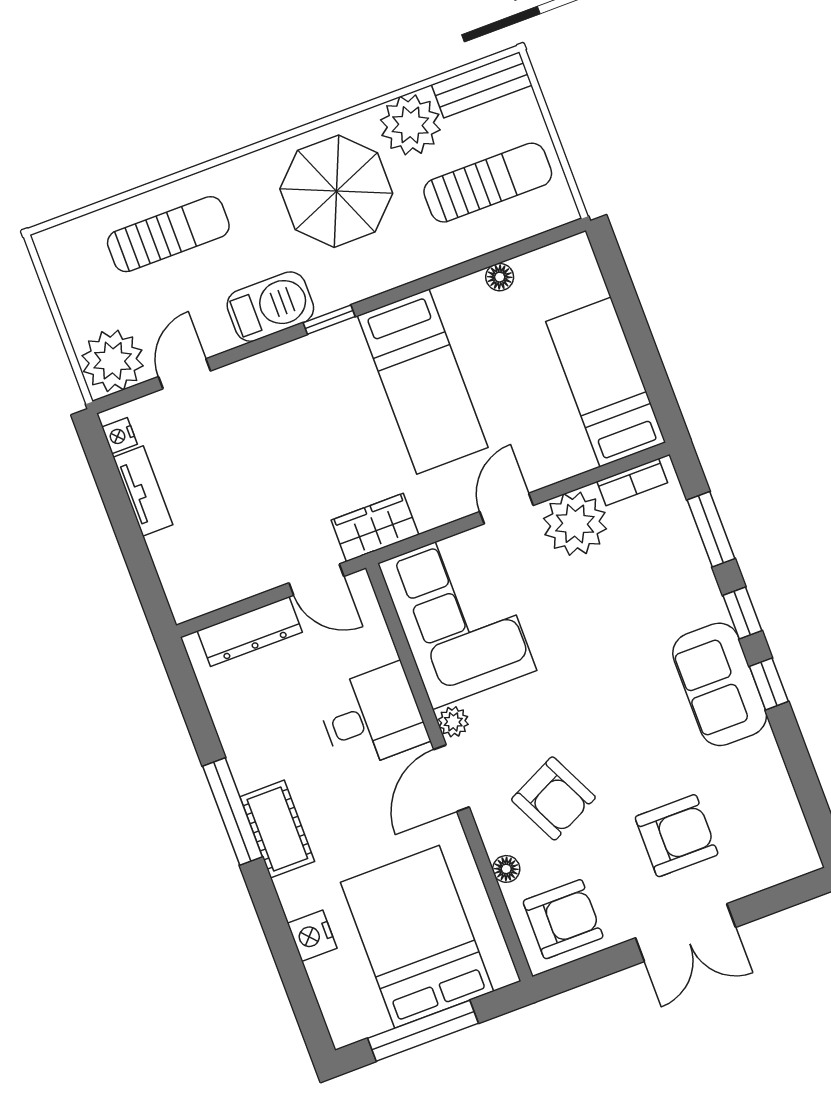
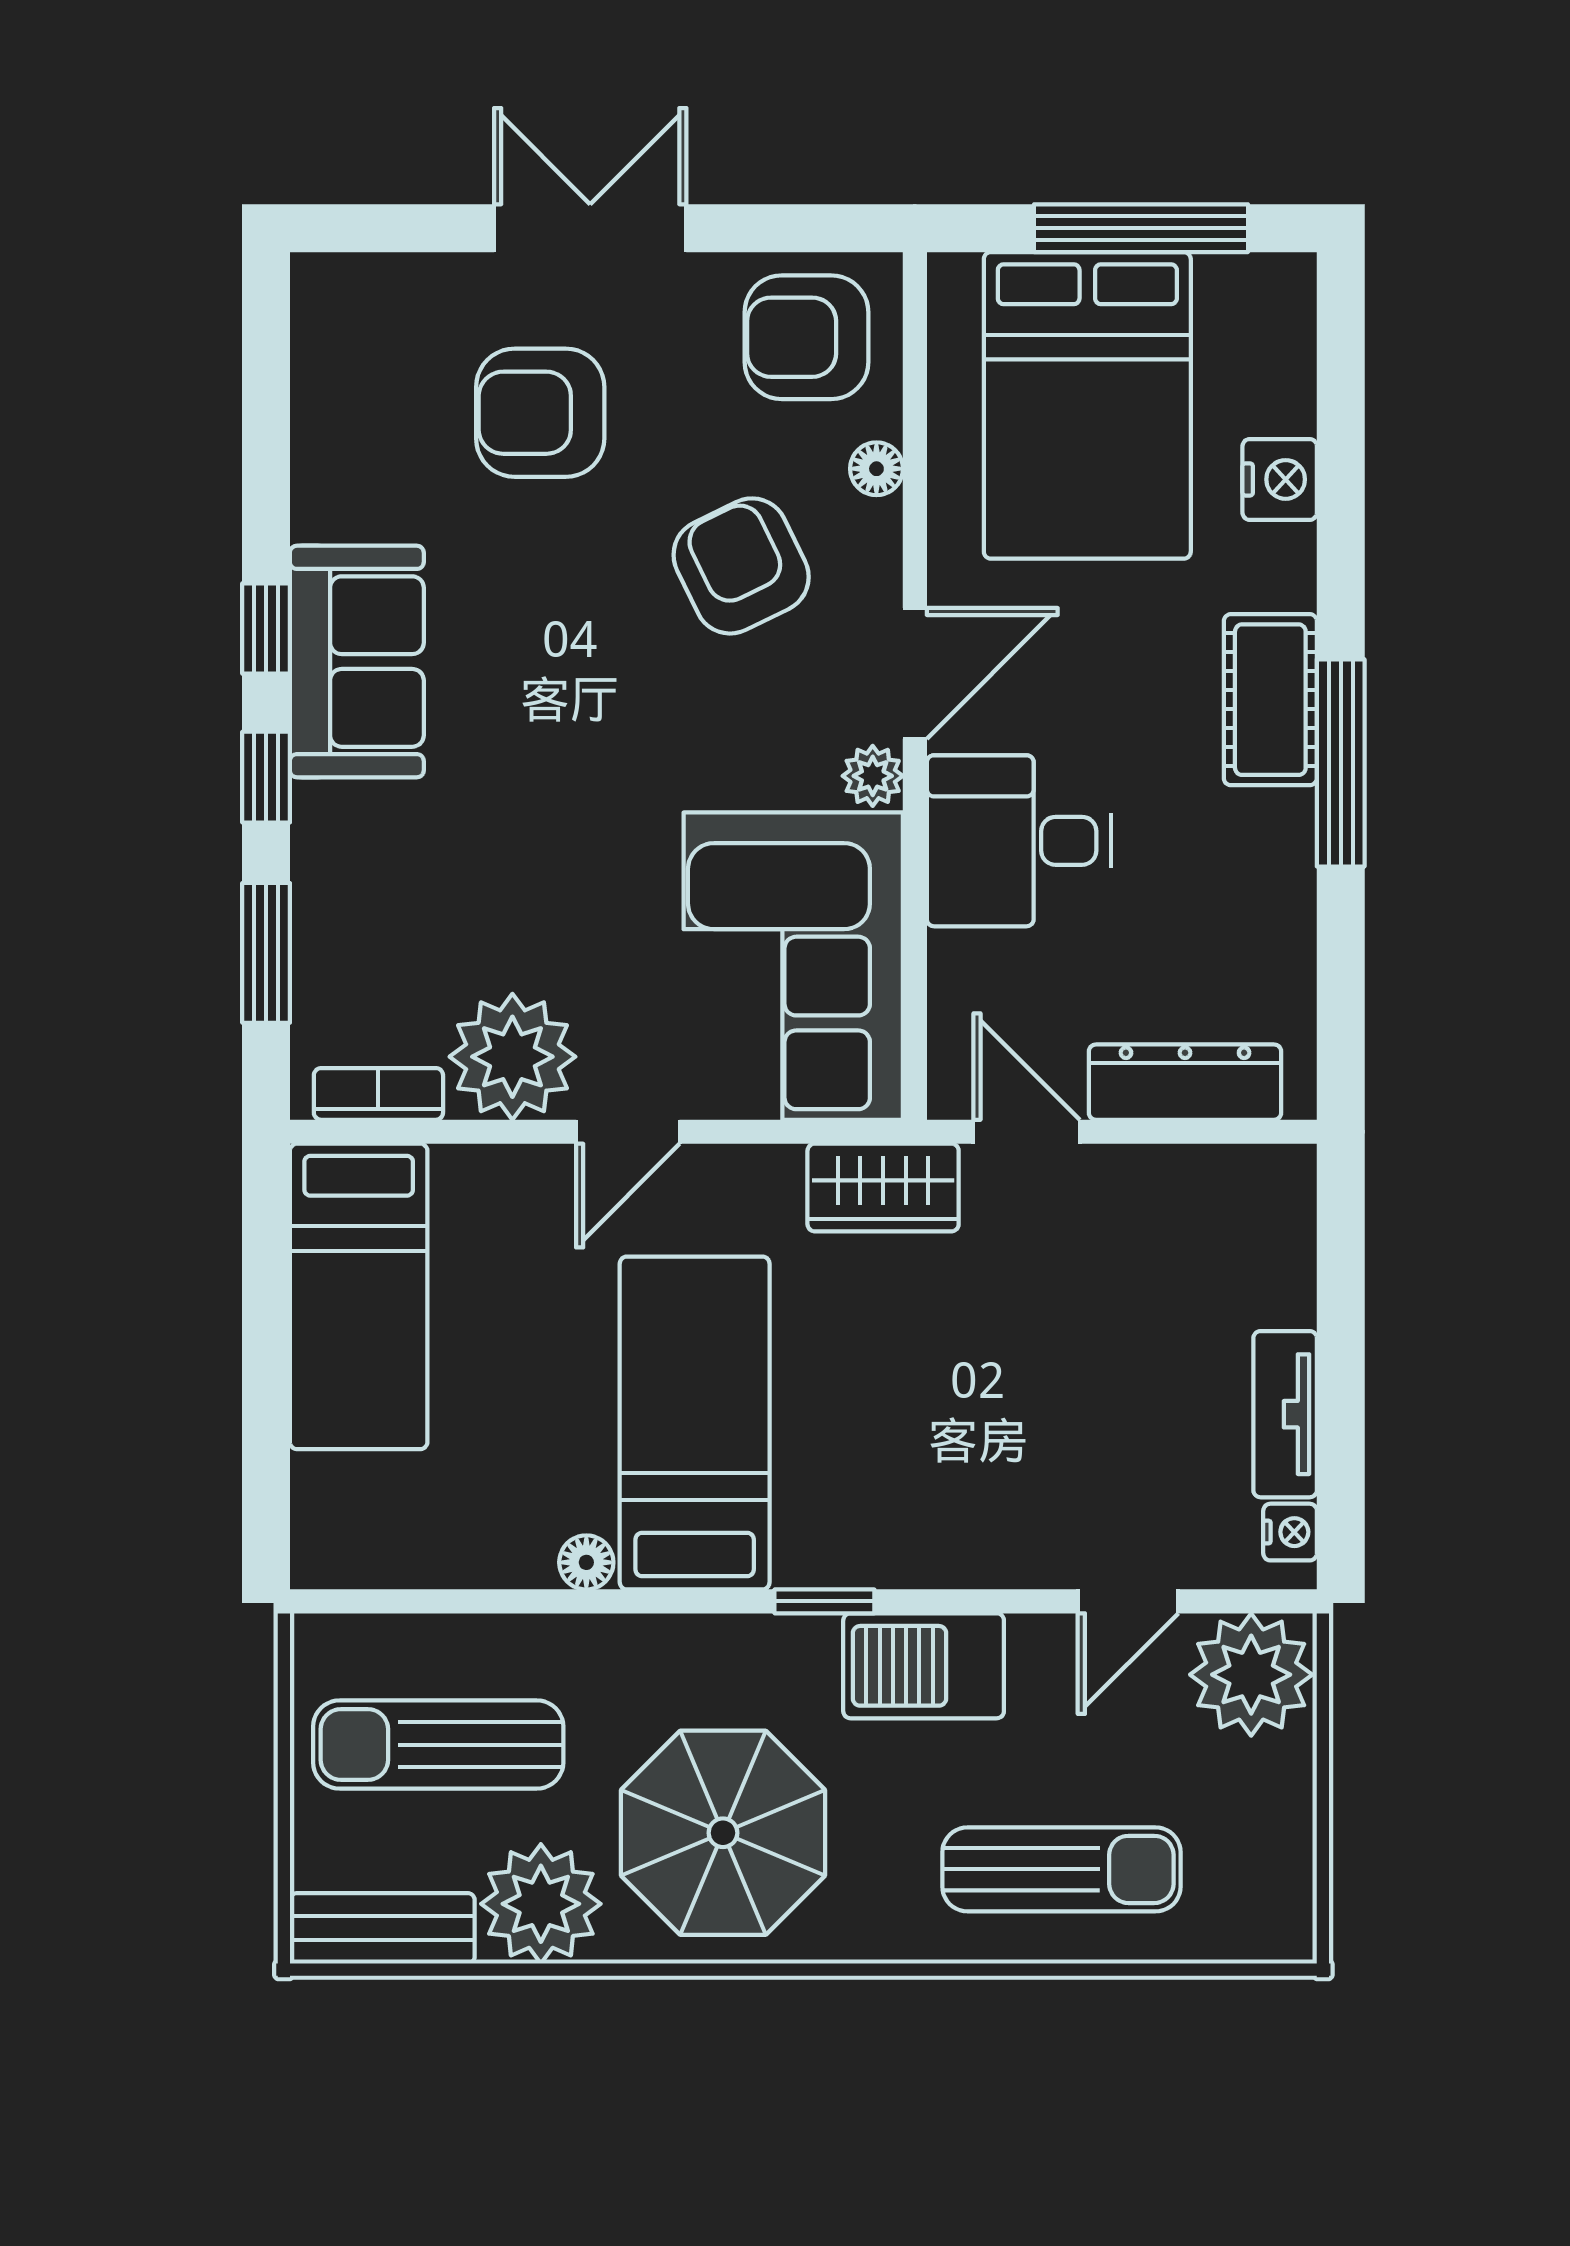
sun lounger: (168, 234) -> (1061, 1869), turned 180
floor lamp: (500, 277) -> (586, 1562), moved

